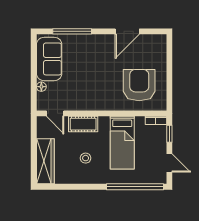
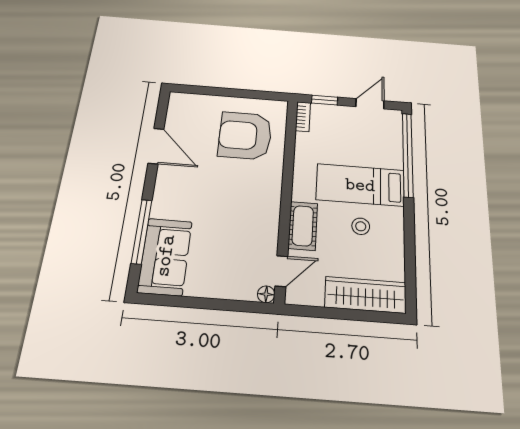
sofa: (49, 59) -> (165, 256), moved, turned 90
floor lamp: (41, 87) -> (266, 294), moved
bed: (122, 143) -> (360, 185), moved, turned 180

